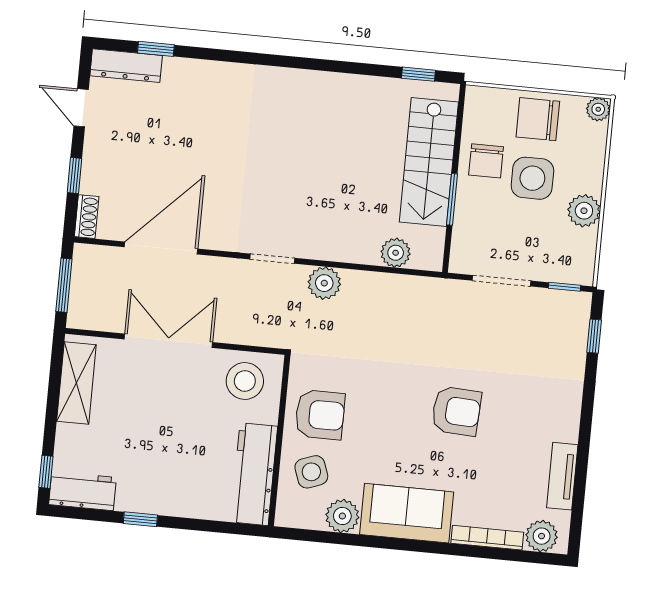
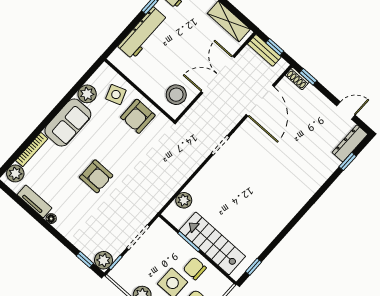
window: (75, 175) -> (308, 77), moved
plant: (324, 283) -> (104, 260), moved
window: (64, 285) -> (275, 47), width x0.67
bench: (81, 297) -> (264, 50), added
double door: (168, 341) -> (218, 74), swing flipped
armchair: (456, 411) -> (96, 176), turned -93
floor lamp: (570, 432) -> (51, 219), added
workbench: (254, 474) -> (143, 33), moved, turned 90

